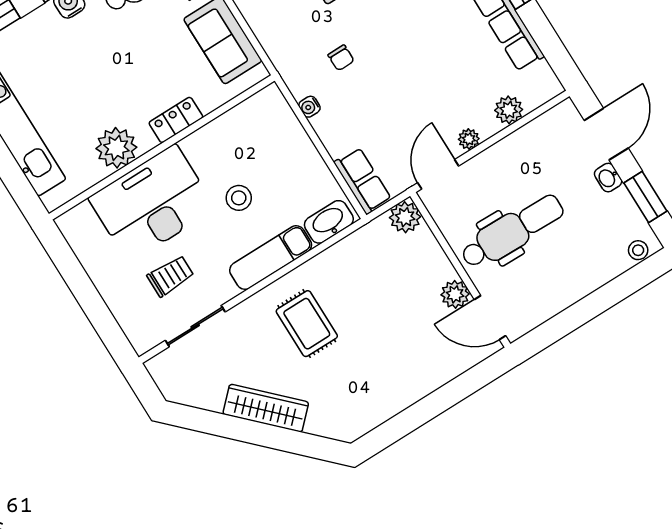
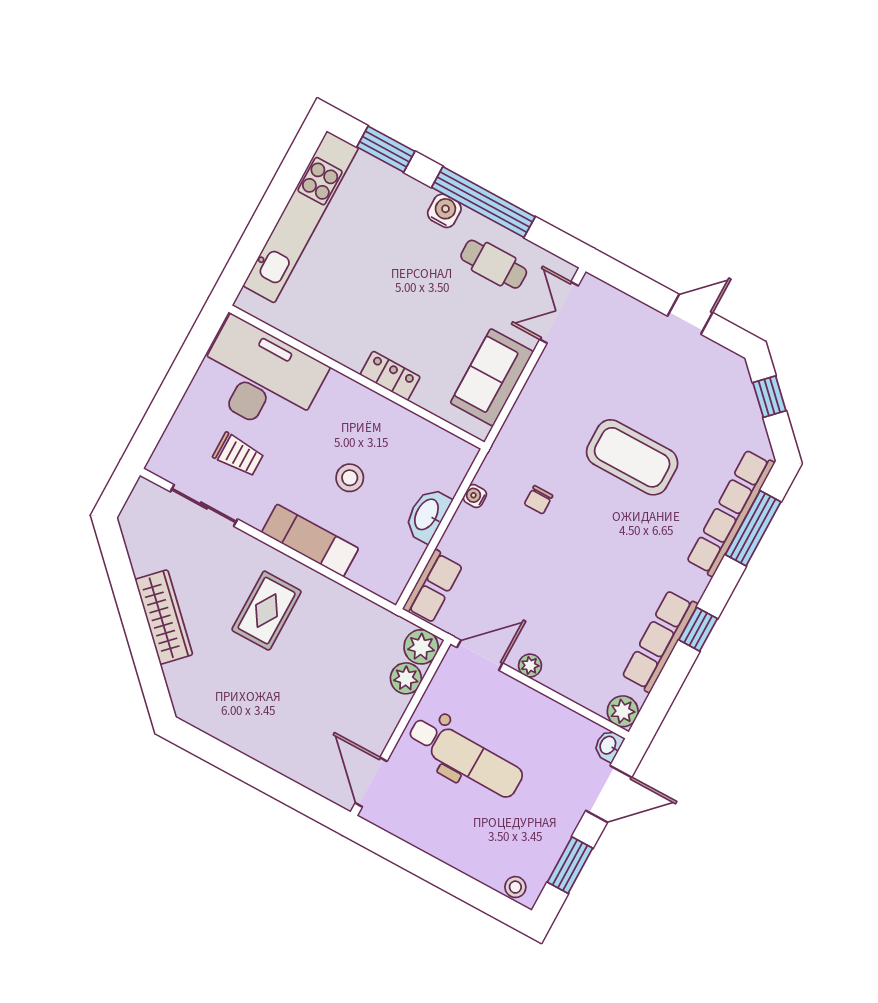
plant: (509, 110) -> (623, 711), moved
plant: (116, 148) -> (331, 334), removed
washbasin: (608, 178) -> (608, 745), moved
desk: (152, 203) -> (260, 378), moved
washbasin: (329, 222) -> (427, 515), moved, turned -90
plant: (455, 294) -> (406, 678), moved

